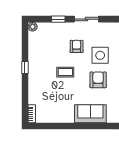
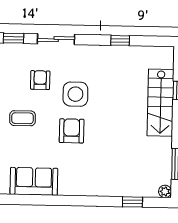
sofa: (90, 114) -> (34, 181), moved

